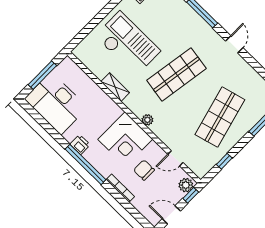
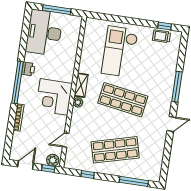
checkout: (128, 43) -> (120, 52), turned 180
shelving: (115, 87) -> (81, 85), moved
door: (175, 158) -> (66, 140), hinge flipped
chair: (144, 170) -> (42, 125), removed
door: (171, 215) -> (26, 165), hinge flipped

